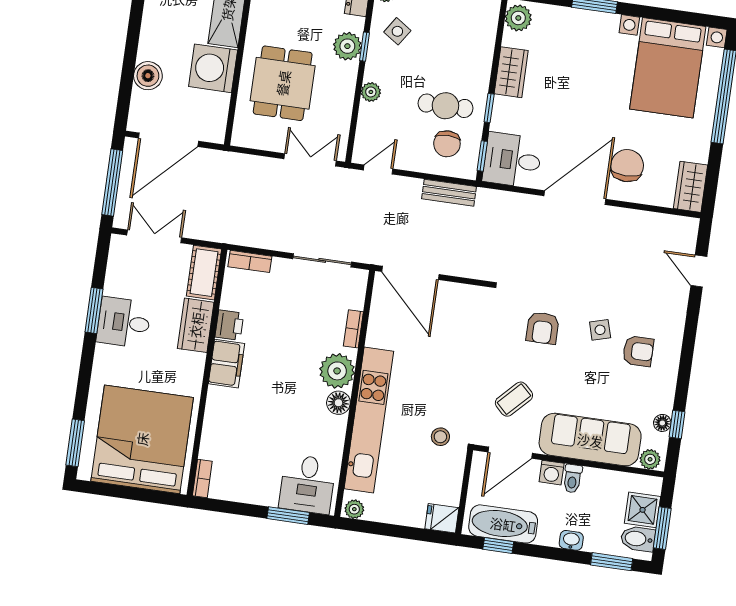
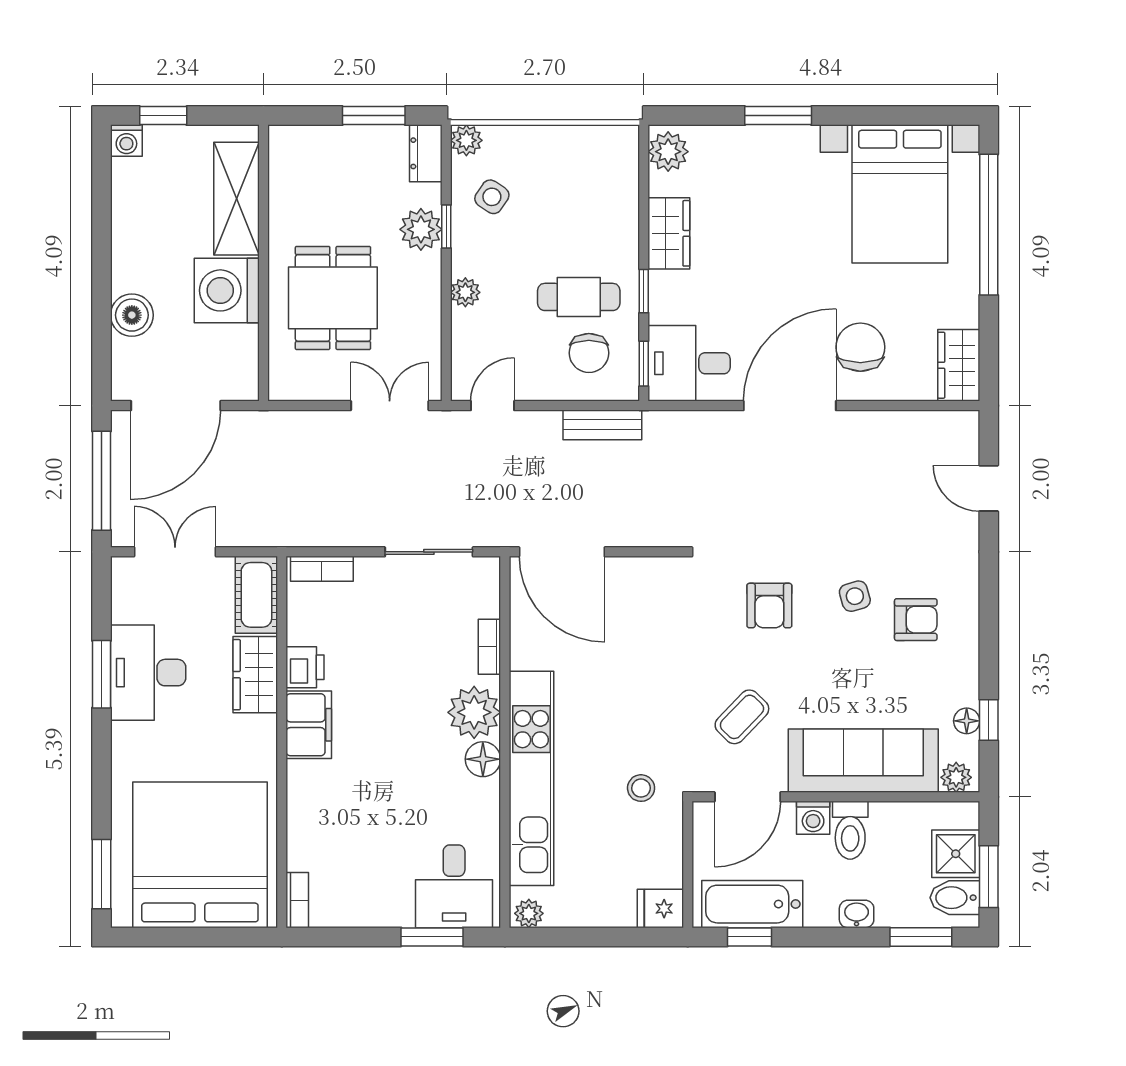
desk: (124, 322) -> (148, 673), width x1.37
toilet: (572, 479) -> (850, 830), width x1.37, depth x1.39

